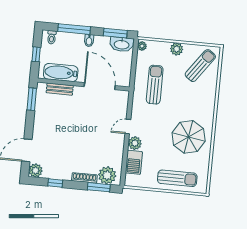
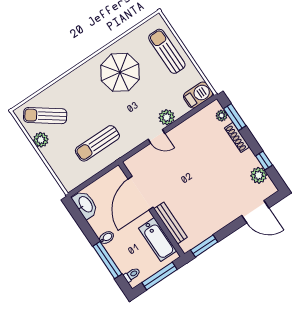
window: (115, 33) -> (80, 219), removed
plant: (142, 46) -> (71, 184), removed
plant: (177, 49) -> (41, 140), moved
window: (36, 54) -> (159, 276), width x2.17
bench: (60, 89) -> (171, 223), width x1.36
barbecue: (134, 162) -> (198, 95), moved
plant: (36, 170) -> (259, 175), moved
plant: (107, 175) -> (222, 116), width x0.53, depth x0.53

